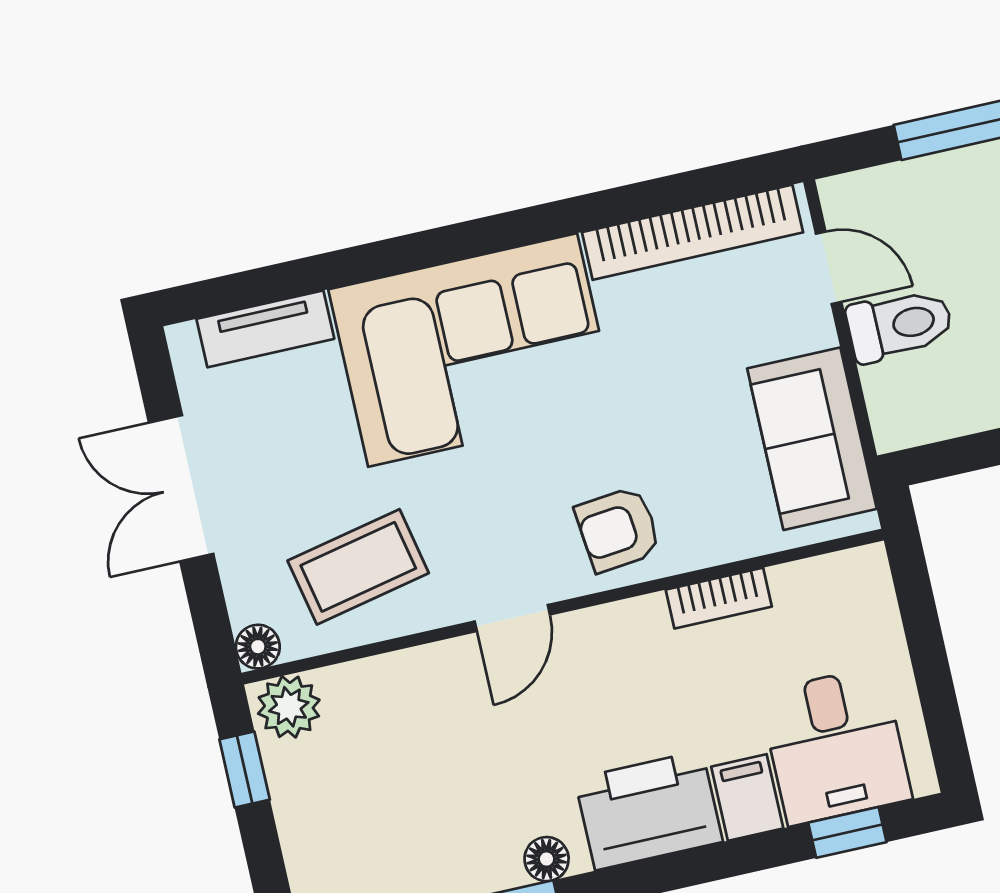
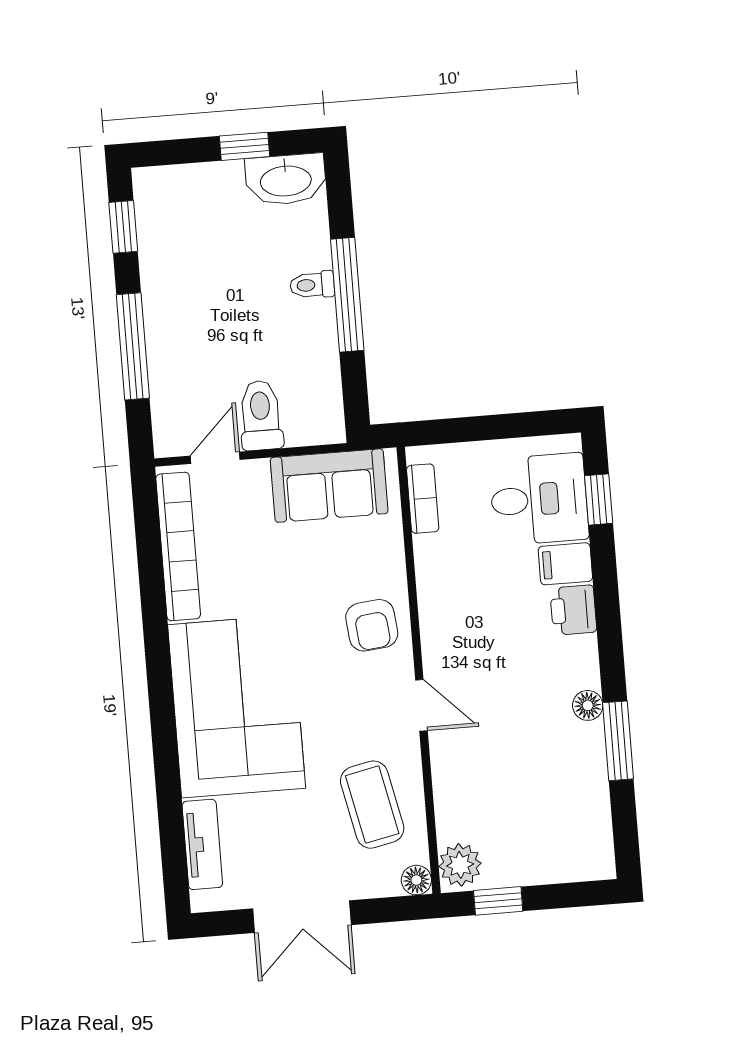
bookcase: (719, 598) -> (423, 499), moved
printer: (649, 810) -> (573, 610), width x0.53, depth x0.68

